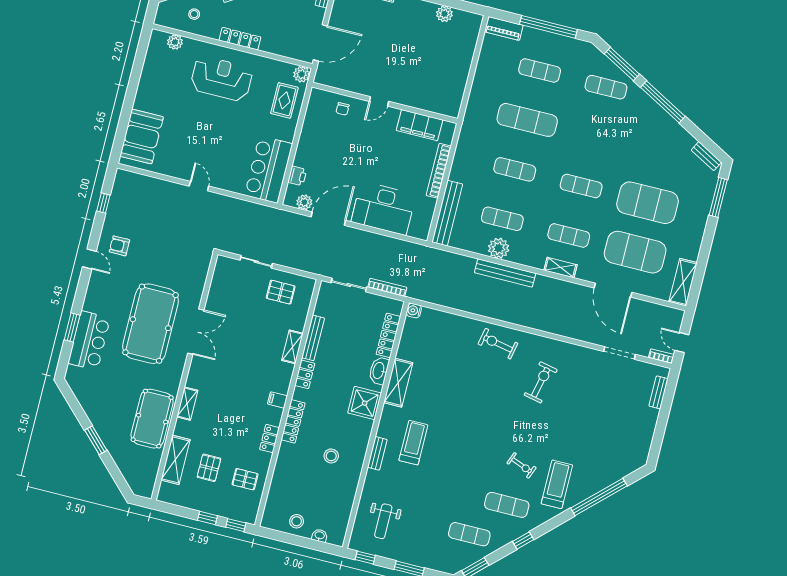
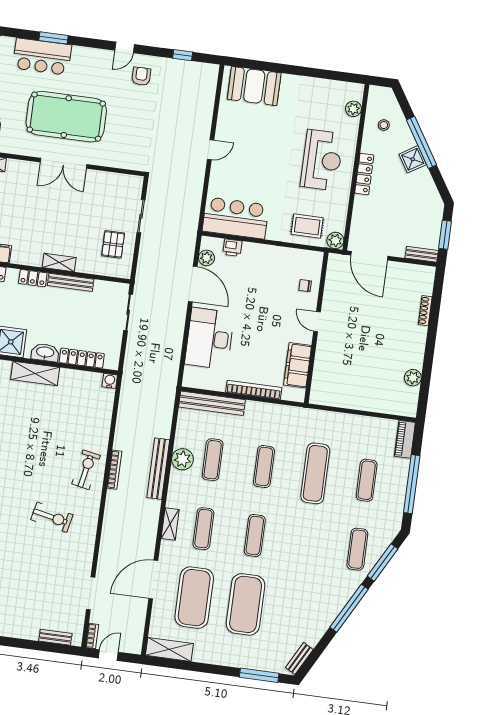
bookcase: (387, 287) -> (114, 470), moved

